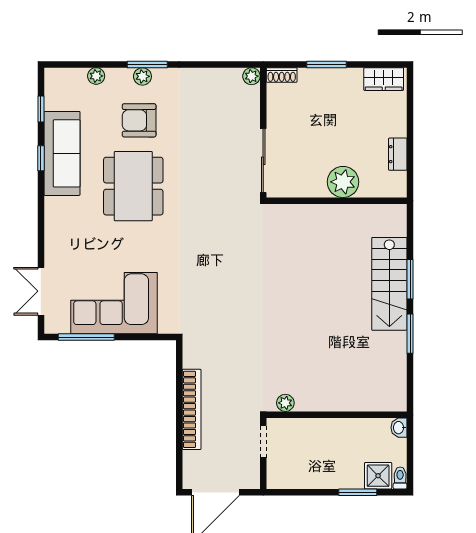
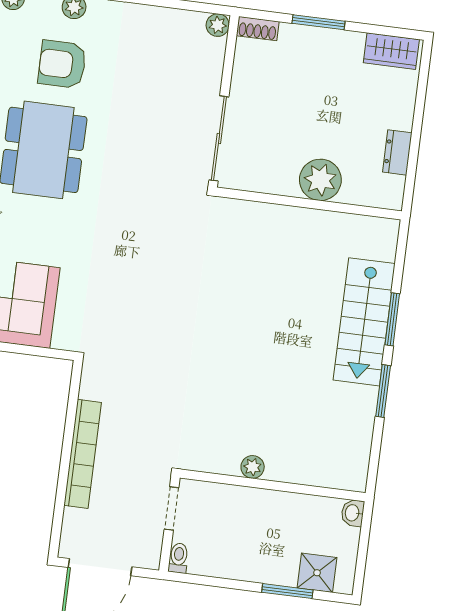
plant: (285, 403) -> (253, 467), moved
toilet: (400, 478) -> (179, 558), moved

